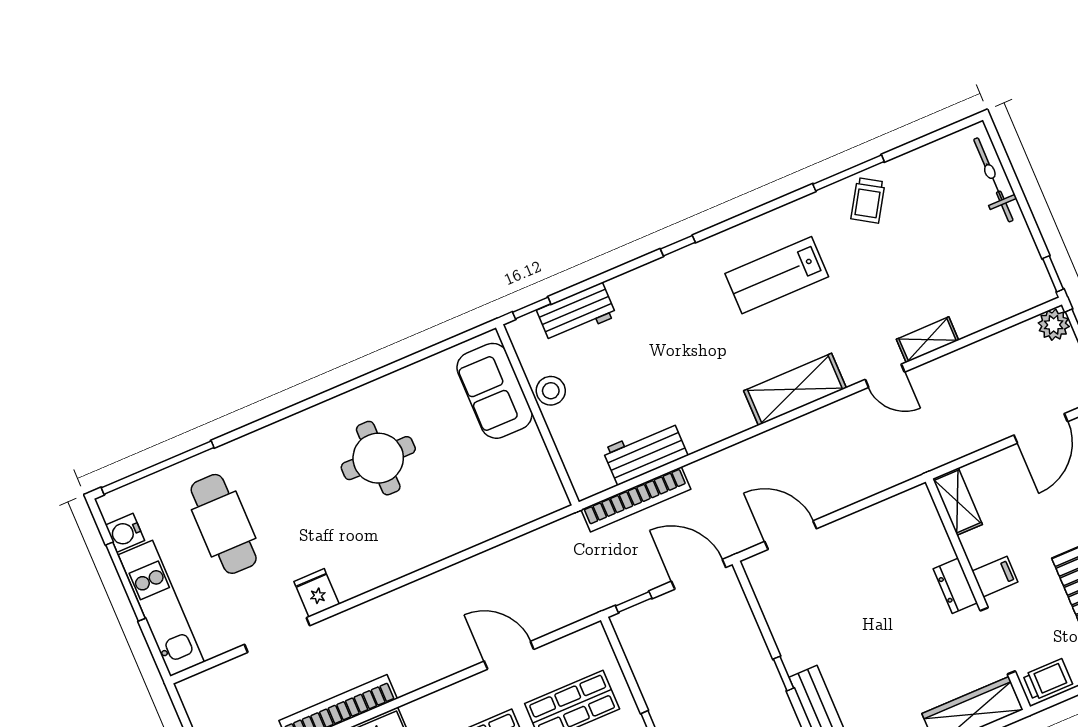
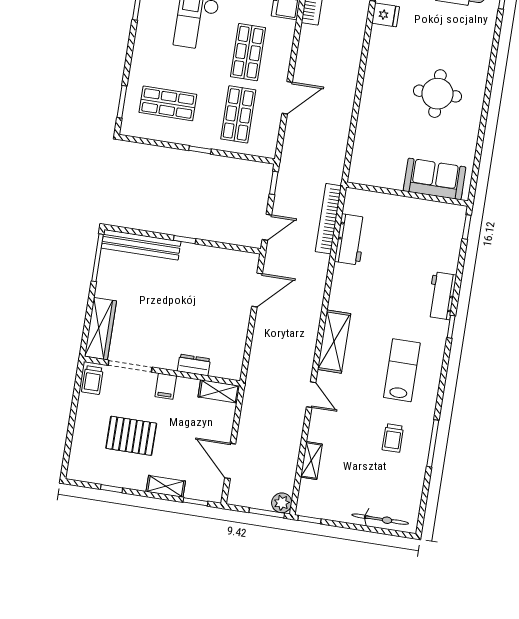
trolley: (868, 200) -> (393, 438), moved, turned -122
workbench: (576, 313) -> (442, 296), moved
shelving: (928, 340) -> (311, 461), moved
door: (885, 376) -> (311, 395), swing flipped
stool: (551, 391) -> (416, 209), removed
door: (699, 574) -> (267, 227), width x0.73
dresser: (955, 586) -> (194, 365), moved

